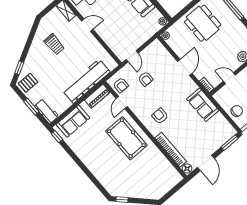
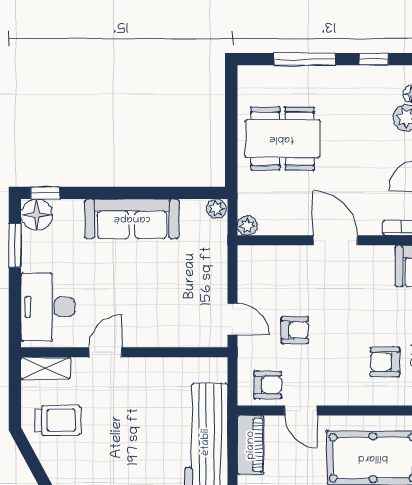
trolley: (54, 44) -> (58, 420), moved

